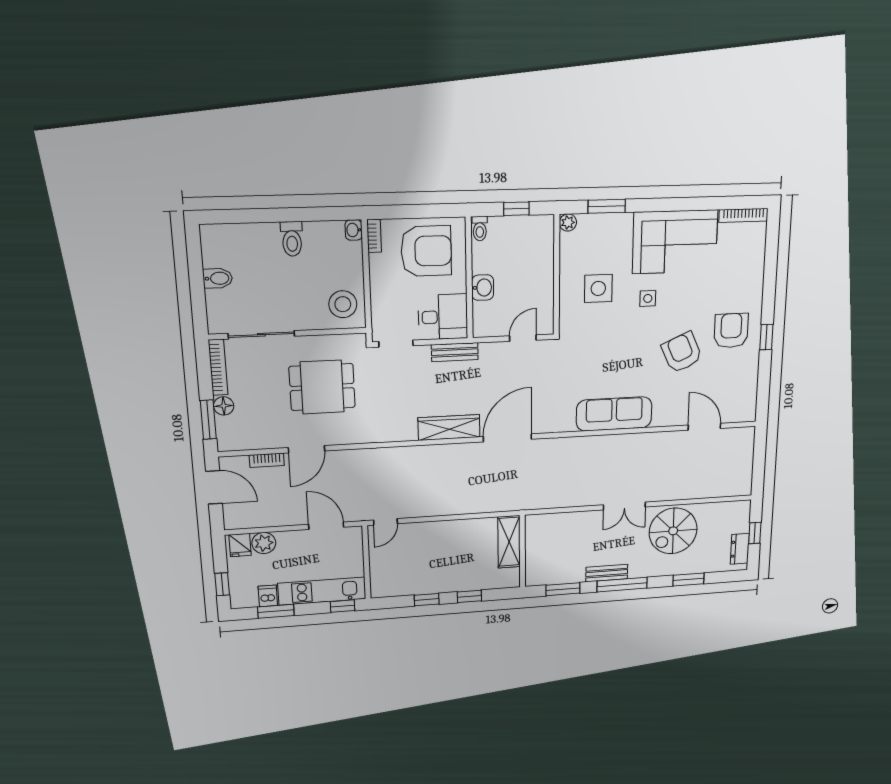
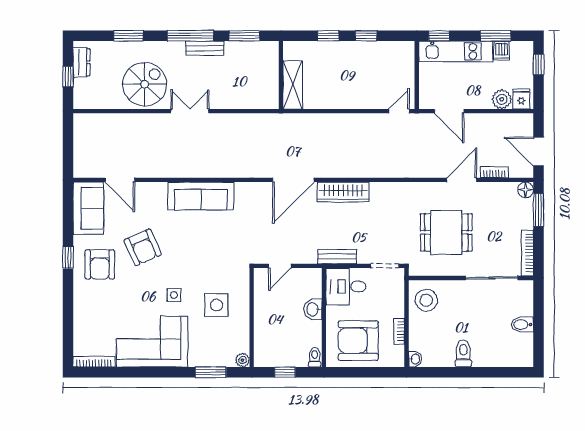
bookcase: (374, 236) -> (399, 331), moved
sofa: (741, 393) -> (88, 208), added
floor lamp: (224, 406) -> (526, 190), moved

